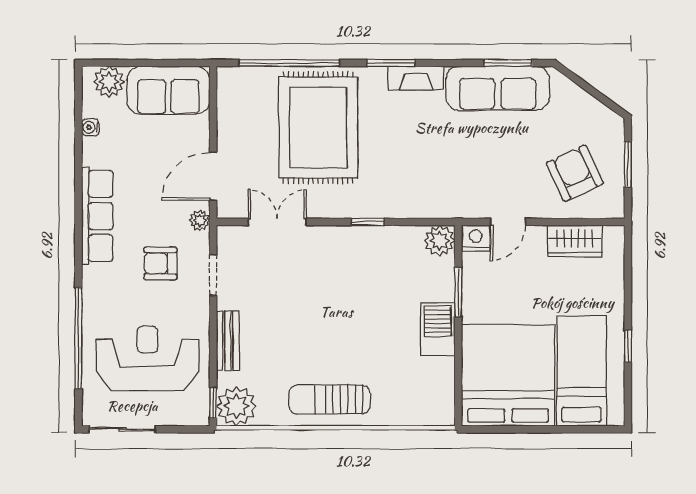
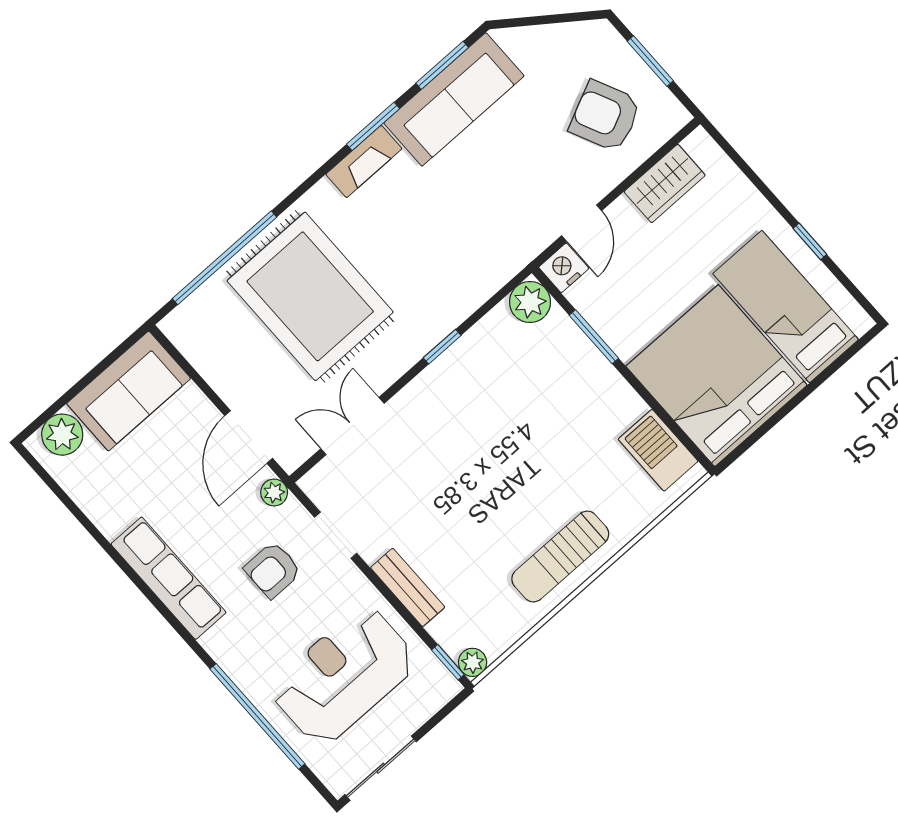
window: (391, 63) -> (373, 126), moved
water cooler: (90, 127) -> (84, 496), removed
barbecue: (438, 329) -> (658, 450), moved
plant: (236, 406) -> (473, 662), width x0.53, depth x0.53

